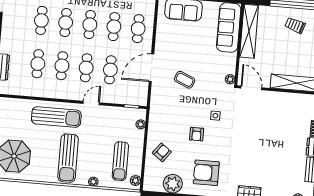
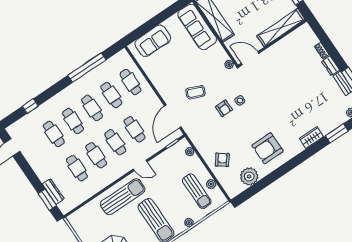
door: (151, 68) -> (173, 116), moved
door: (91, 103) -> (140, 165), swing flipped
armchair: (197, 134) -> (224, 108), moved
plant: (135, 181) -> (211, 184), moved

